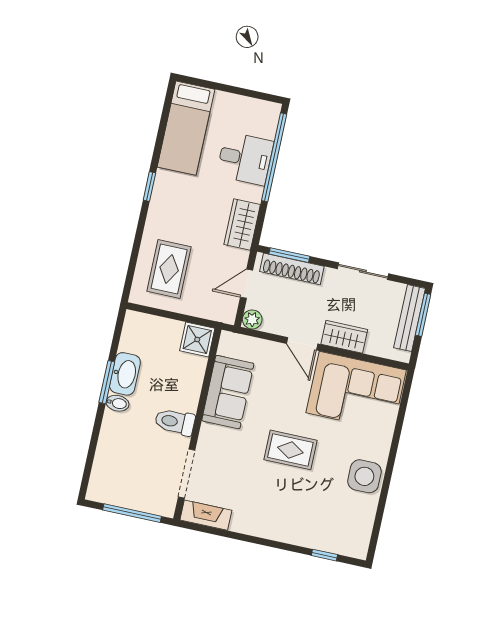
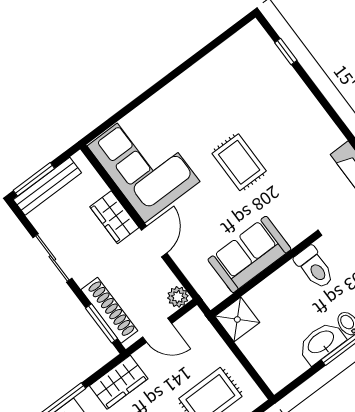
side table: (364, 476) -> (197, 88), removed

